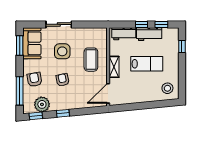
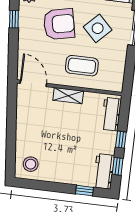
workbench: (149, 34) -> (104, 171), moved
side table: (62, 51) -> (98, 28), turned 45
lab bench: (147, 64) -> (67, 140), removed
armchair: (63, 80) -> (59, 24), width x1.88, depth x1.88

